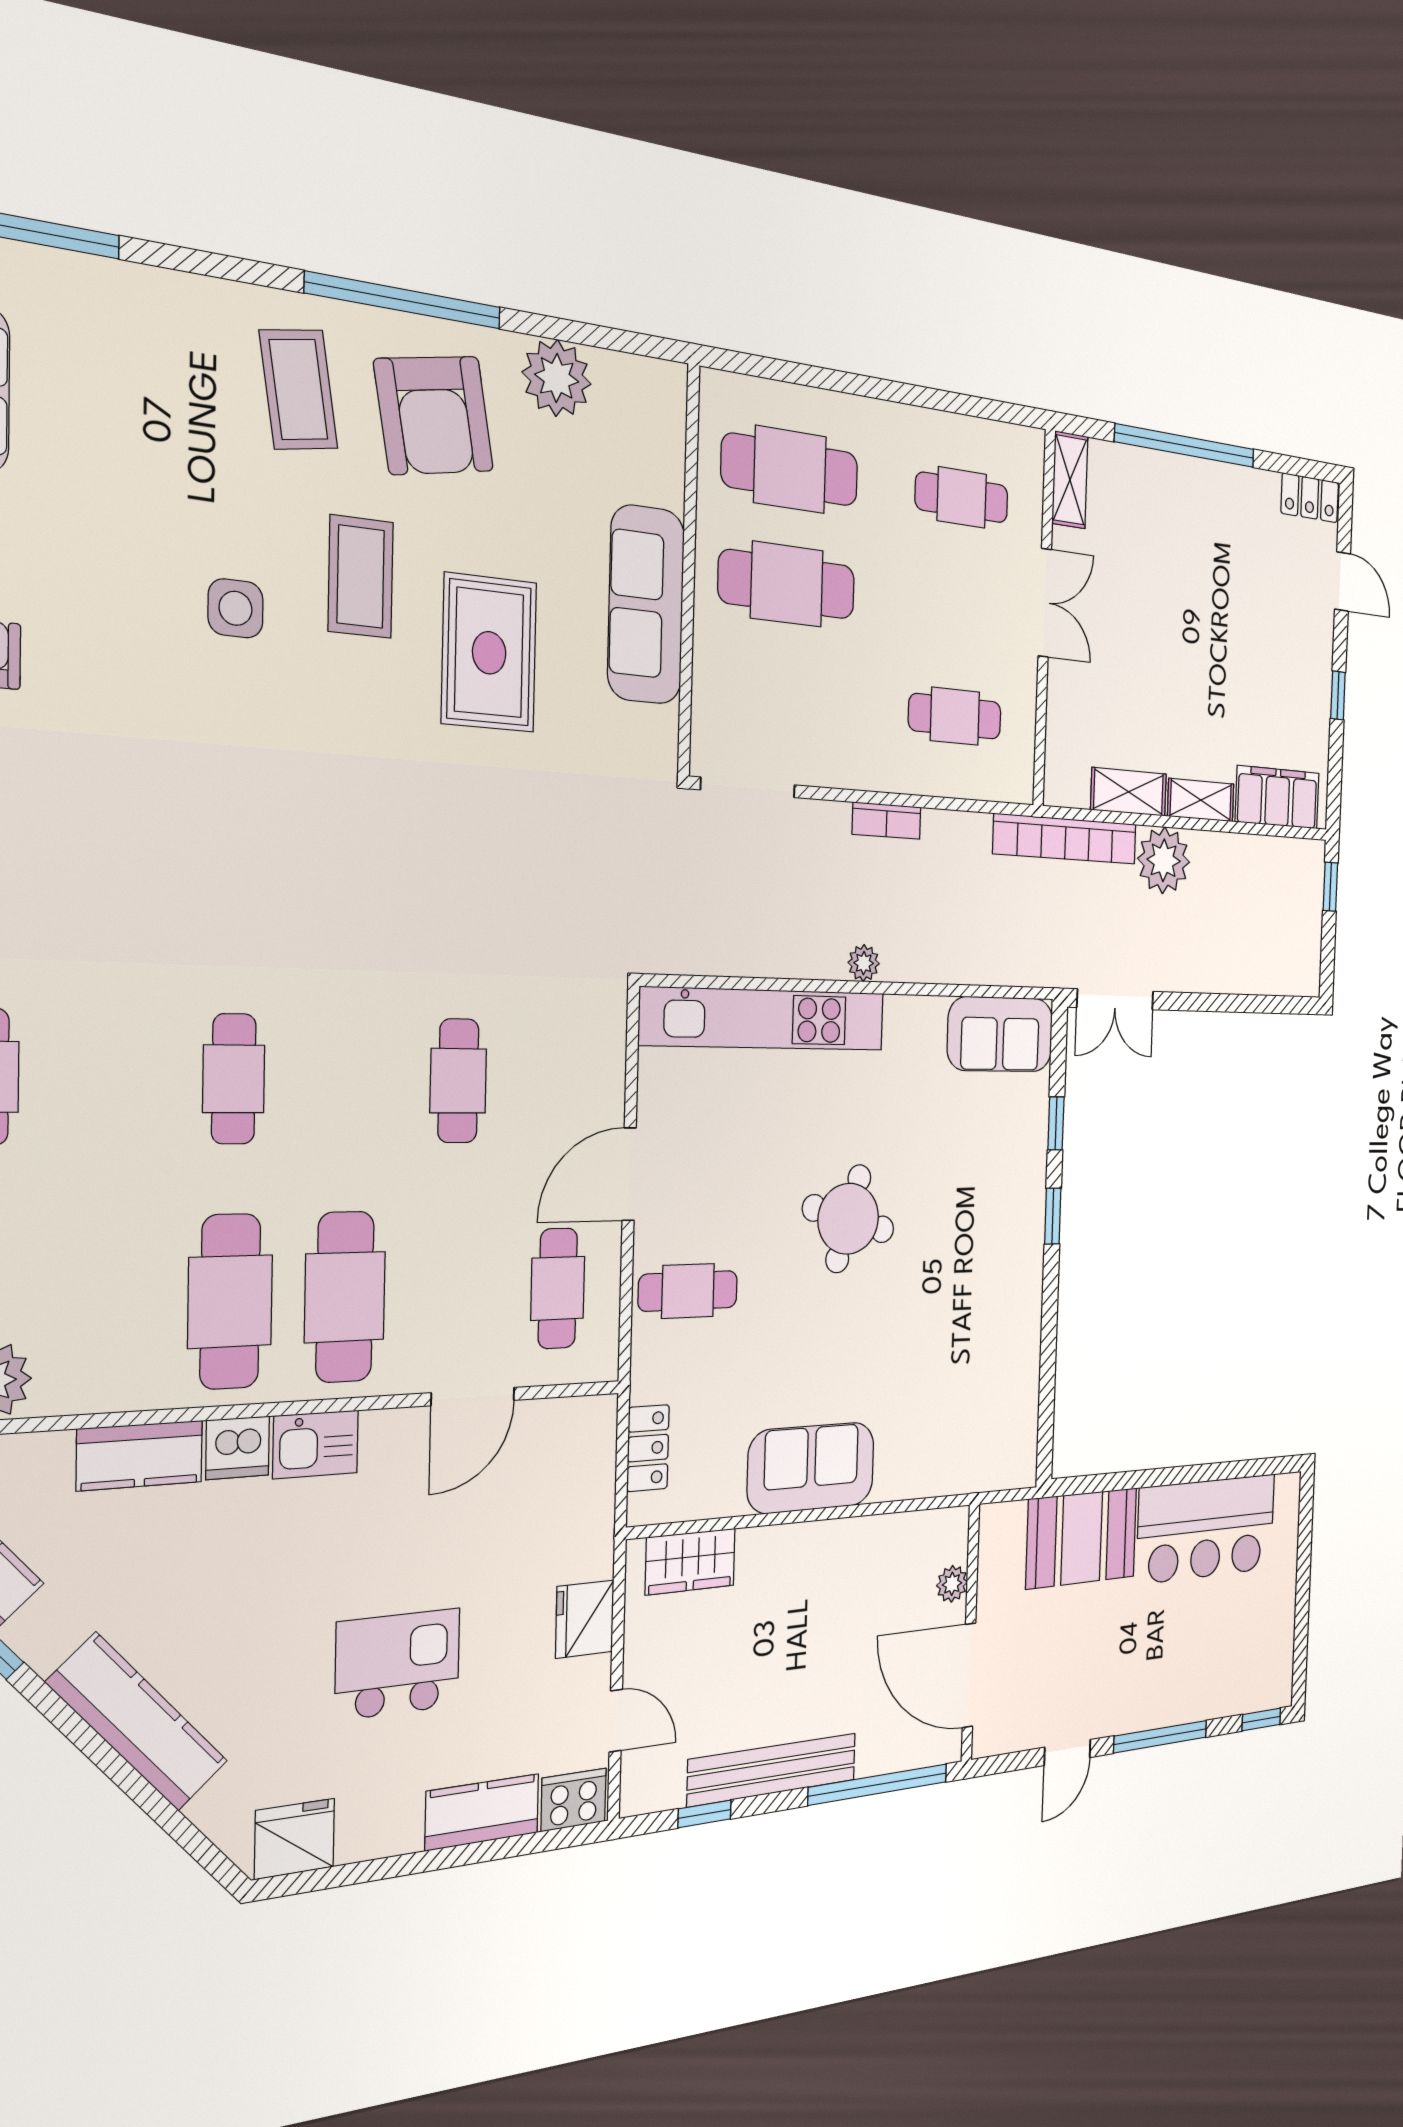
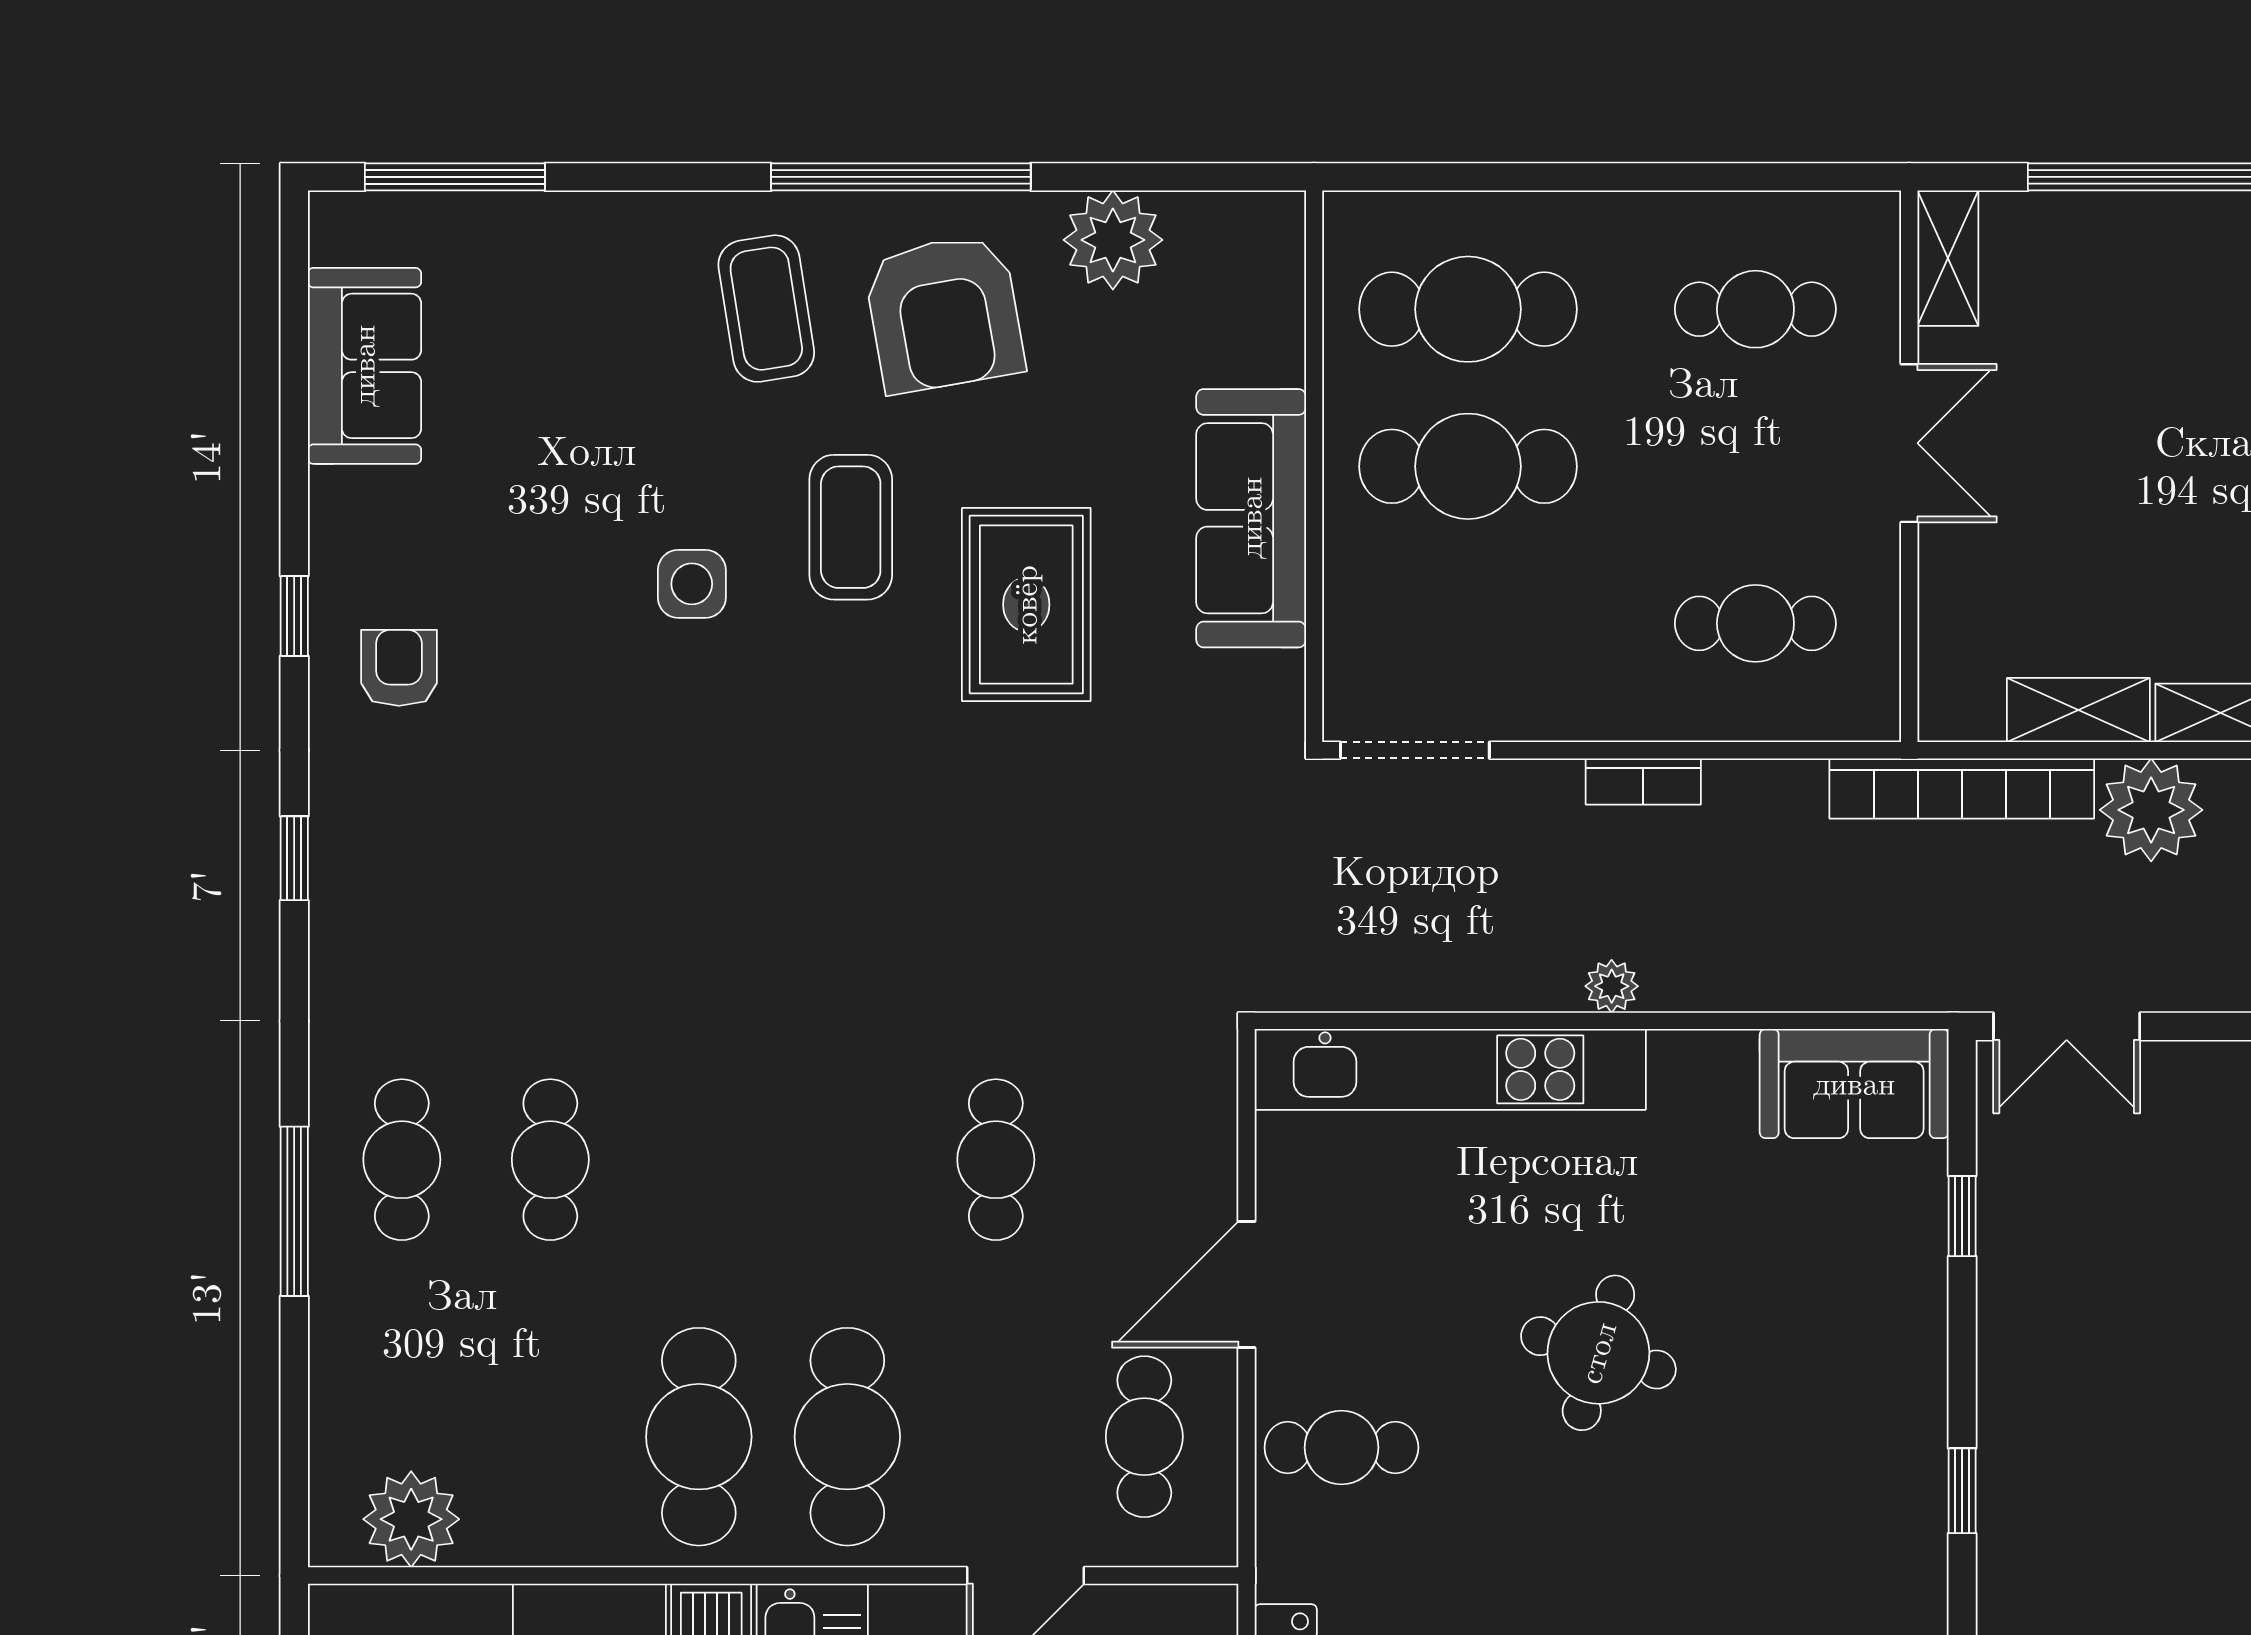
cafe table: (234, 1079) -> (550, 1160), moved
window: (1053, 1216) -> (1962, 1491), moved

